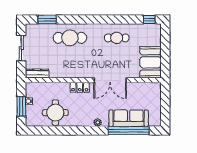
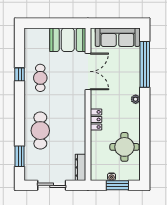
window: (149, 20) -> (20, 74), moved
double door: (110, 80) -> (88, 71), moved
sofa: (129, 118) -> (117, 37), moved, turned -90

